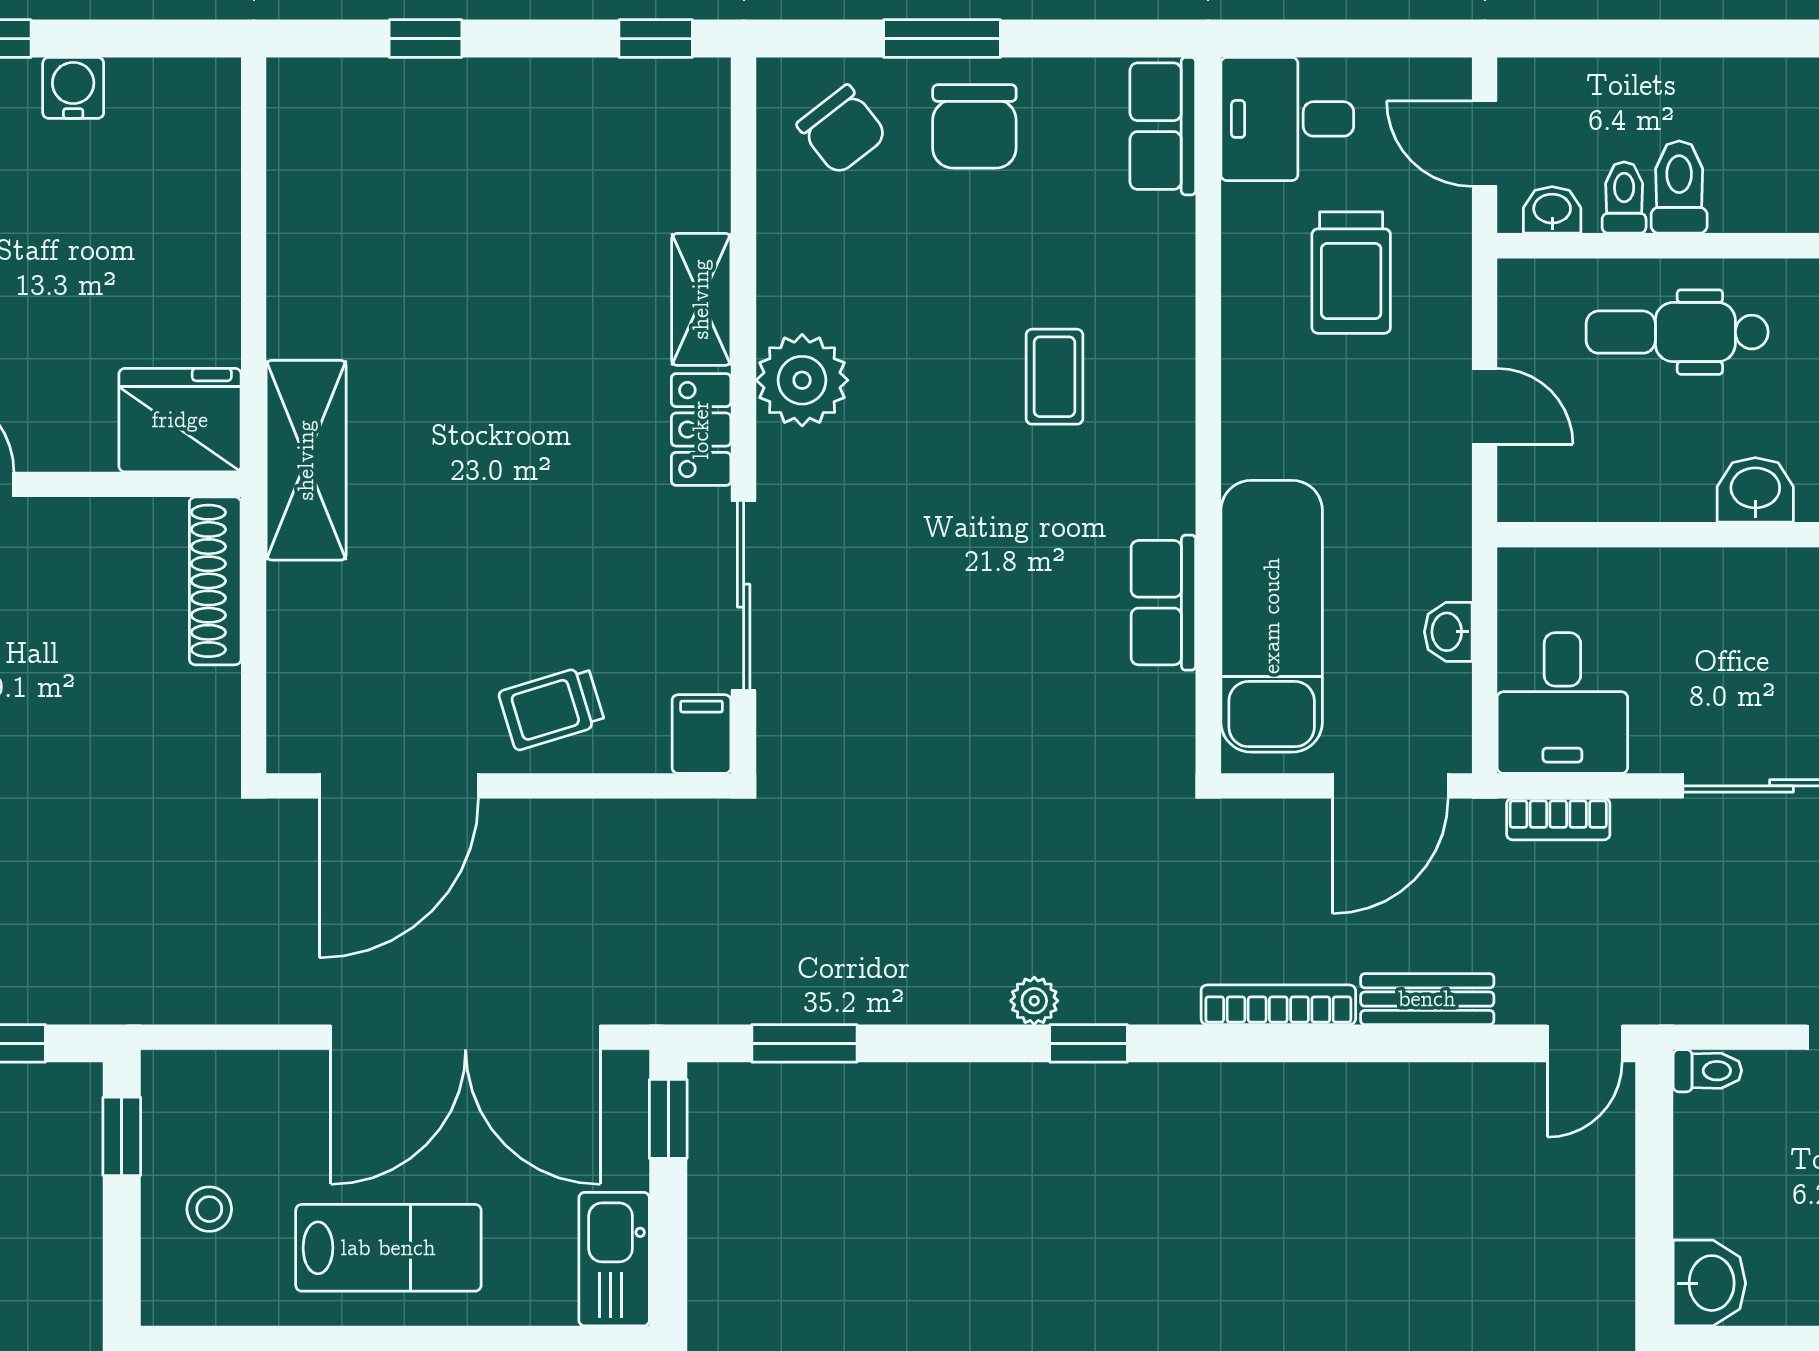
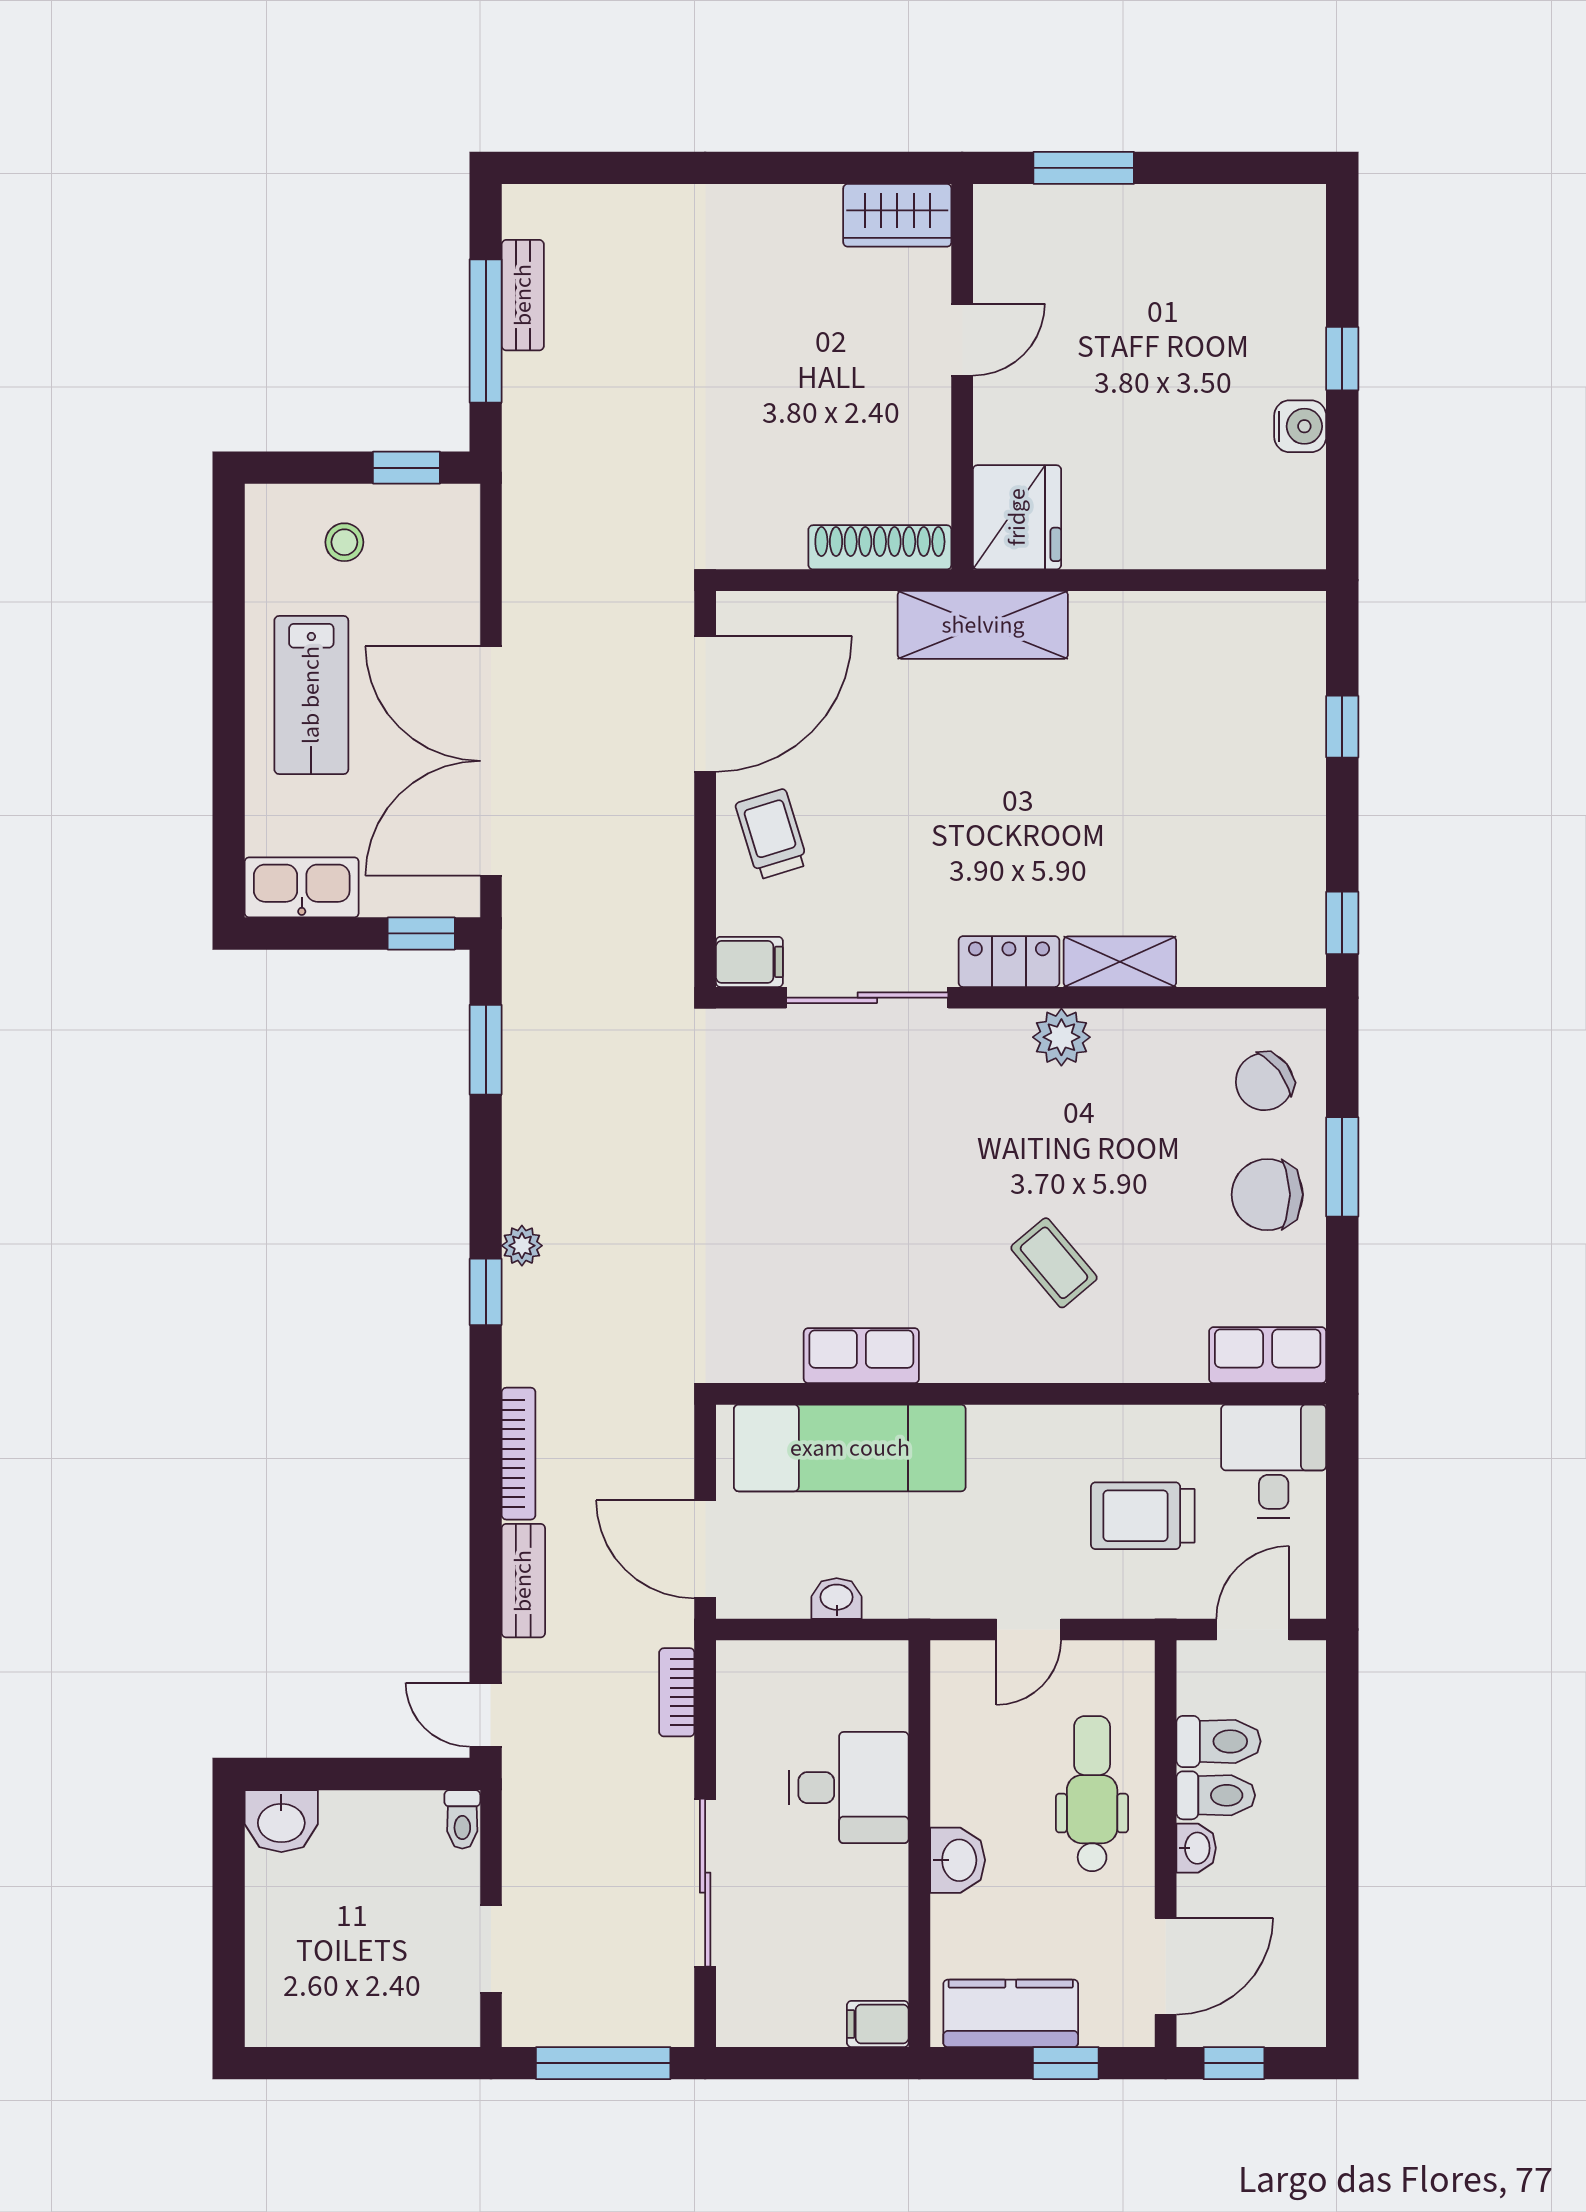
toilet: (1624, 198) -> (1218, 1741), width x1.37, depth x1.39
washbasin: (1552, 210) -> (1196, 1848), moved
coffee table: (1054, 377) -> (1054, 1263), turned 50
plant: (802, 380) -> (1061, 1037), width x0.73, depth x0.73
desk: (1562, 703) -> (849, 1788), moved, turned 180
door: (399, 786) -> (705, 704), swing flipped

